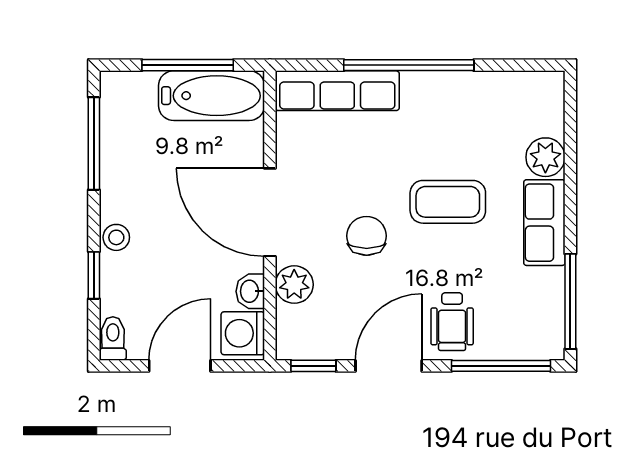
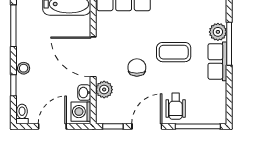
window: (570, 301) -> (229, 44), moved

